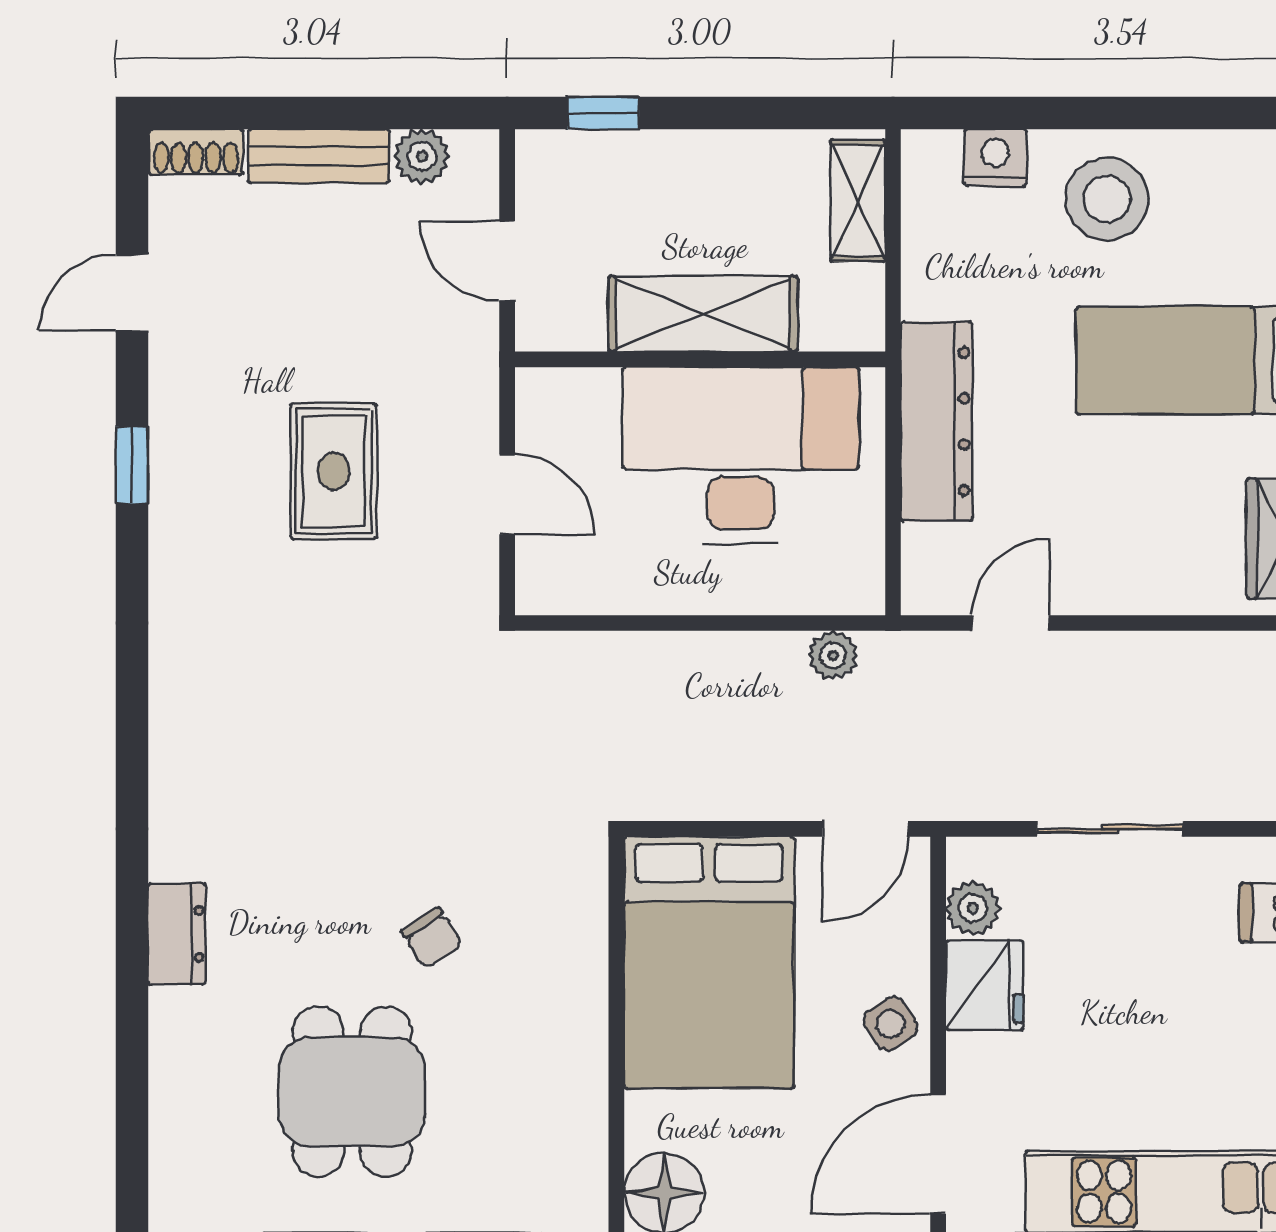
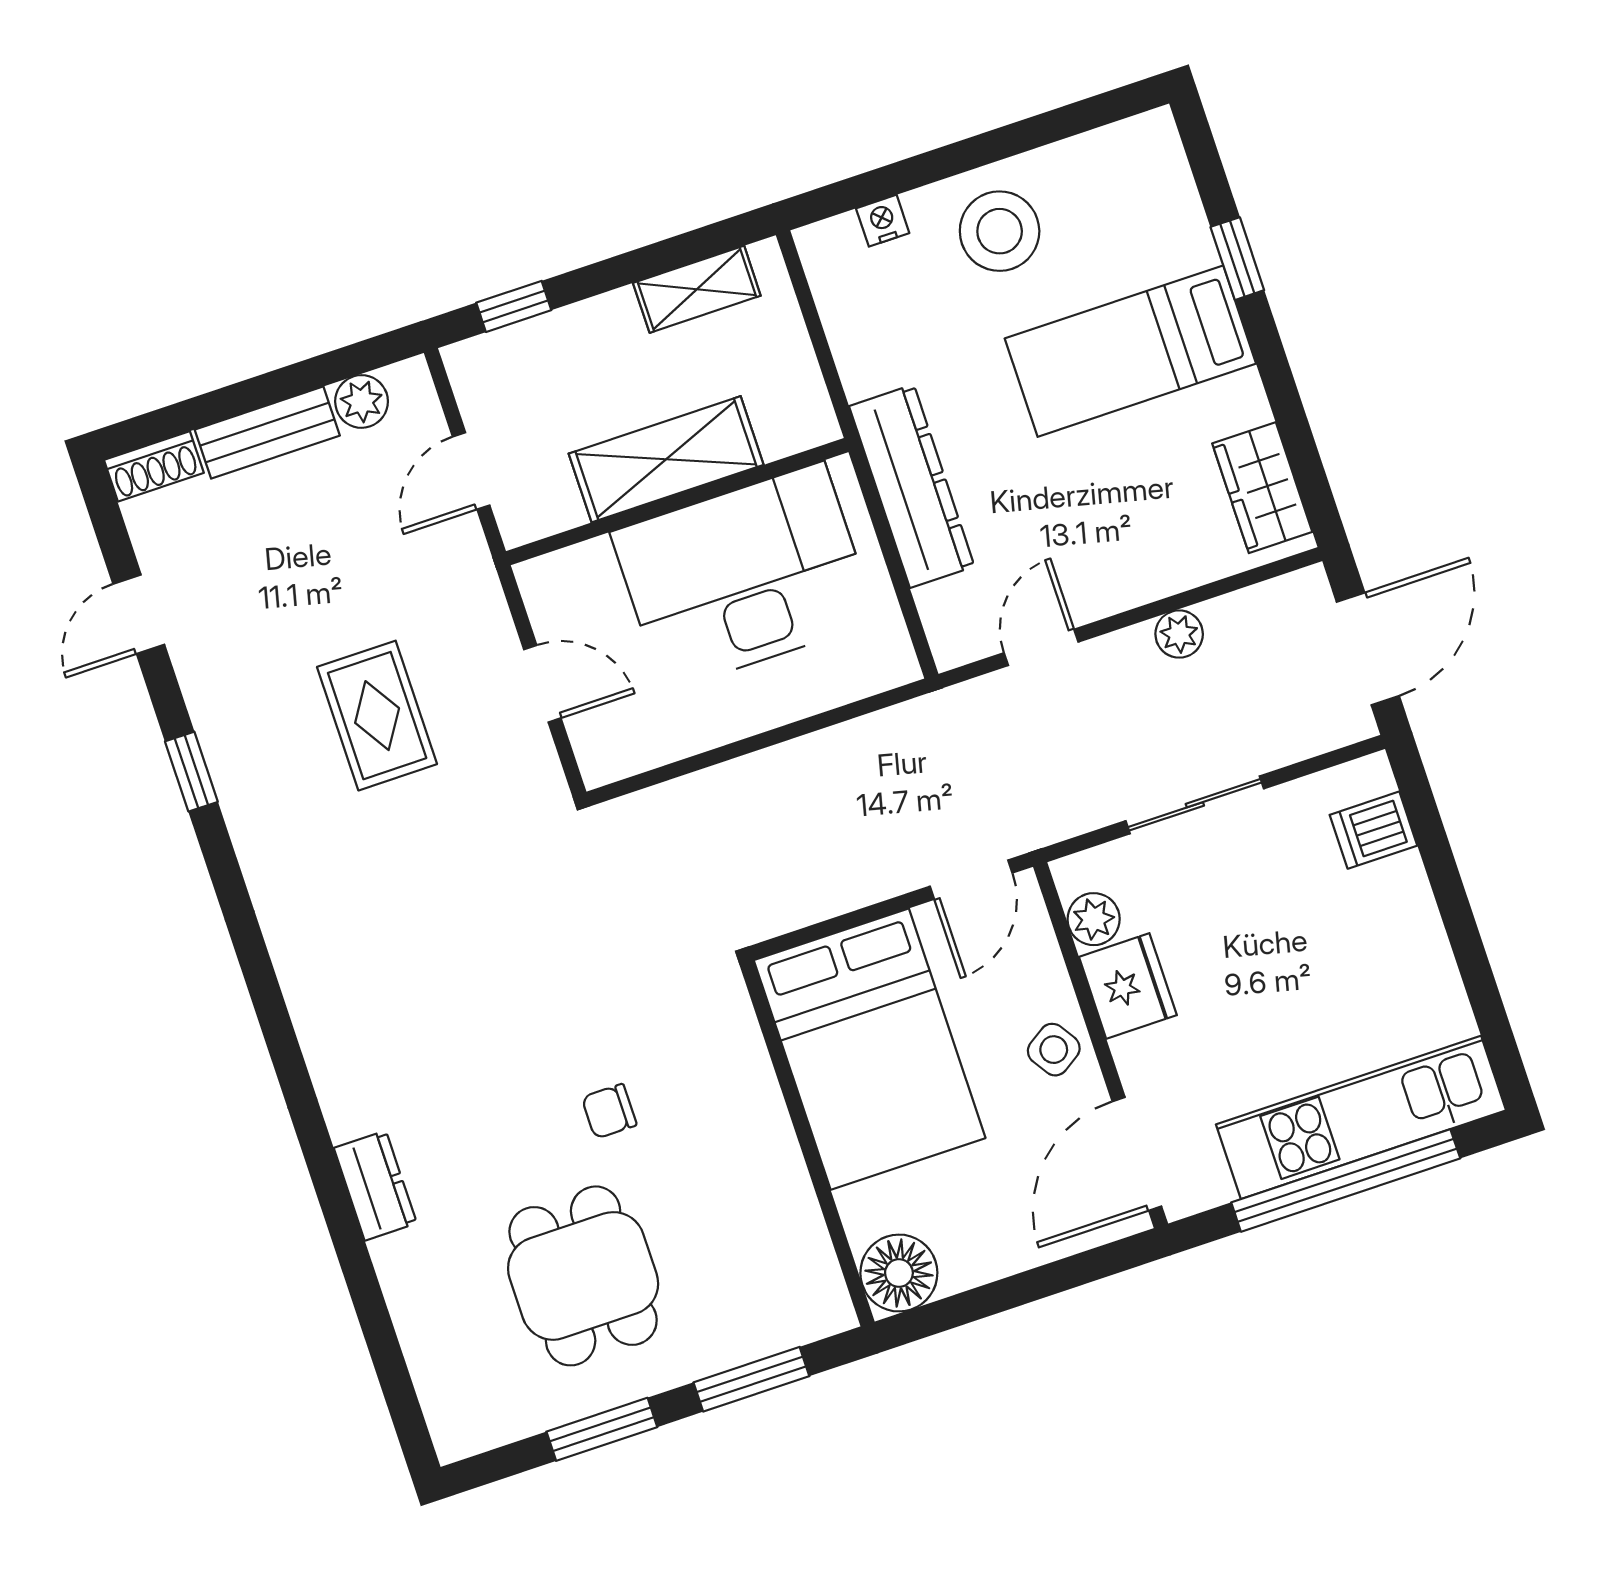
nightstand: (995, 157) -> (883, 221), width x0.72, depth x0.74
shelving: (858, 201) -> (697, 289), moved, turned 90
door: (507, 261) -> (471, 471), hinge flipped
plant: (833, 655) -> (1179, 634), moved
chair: (432, 938) -> (609, 1111), turned 123

